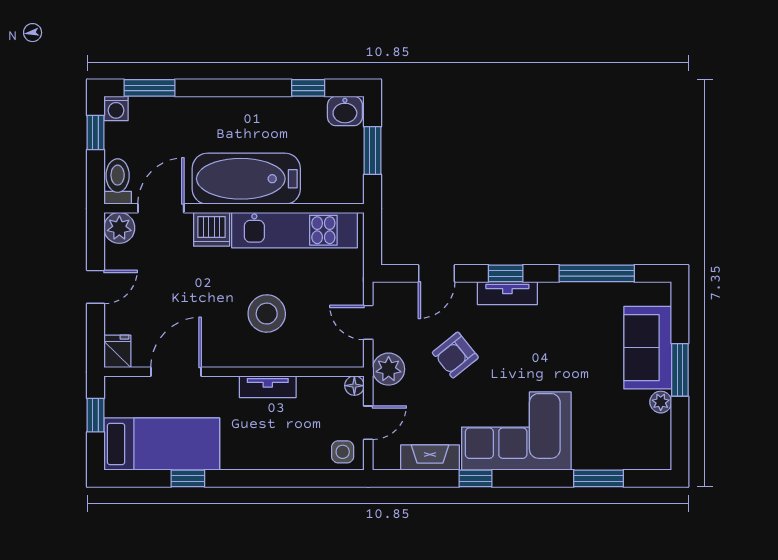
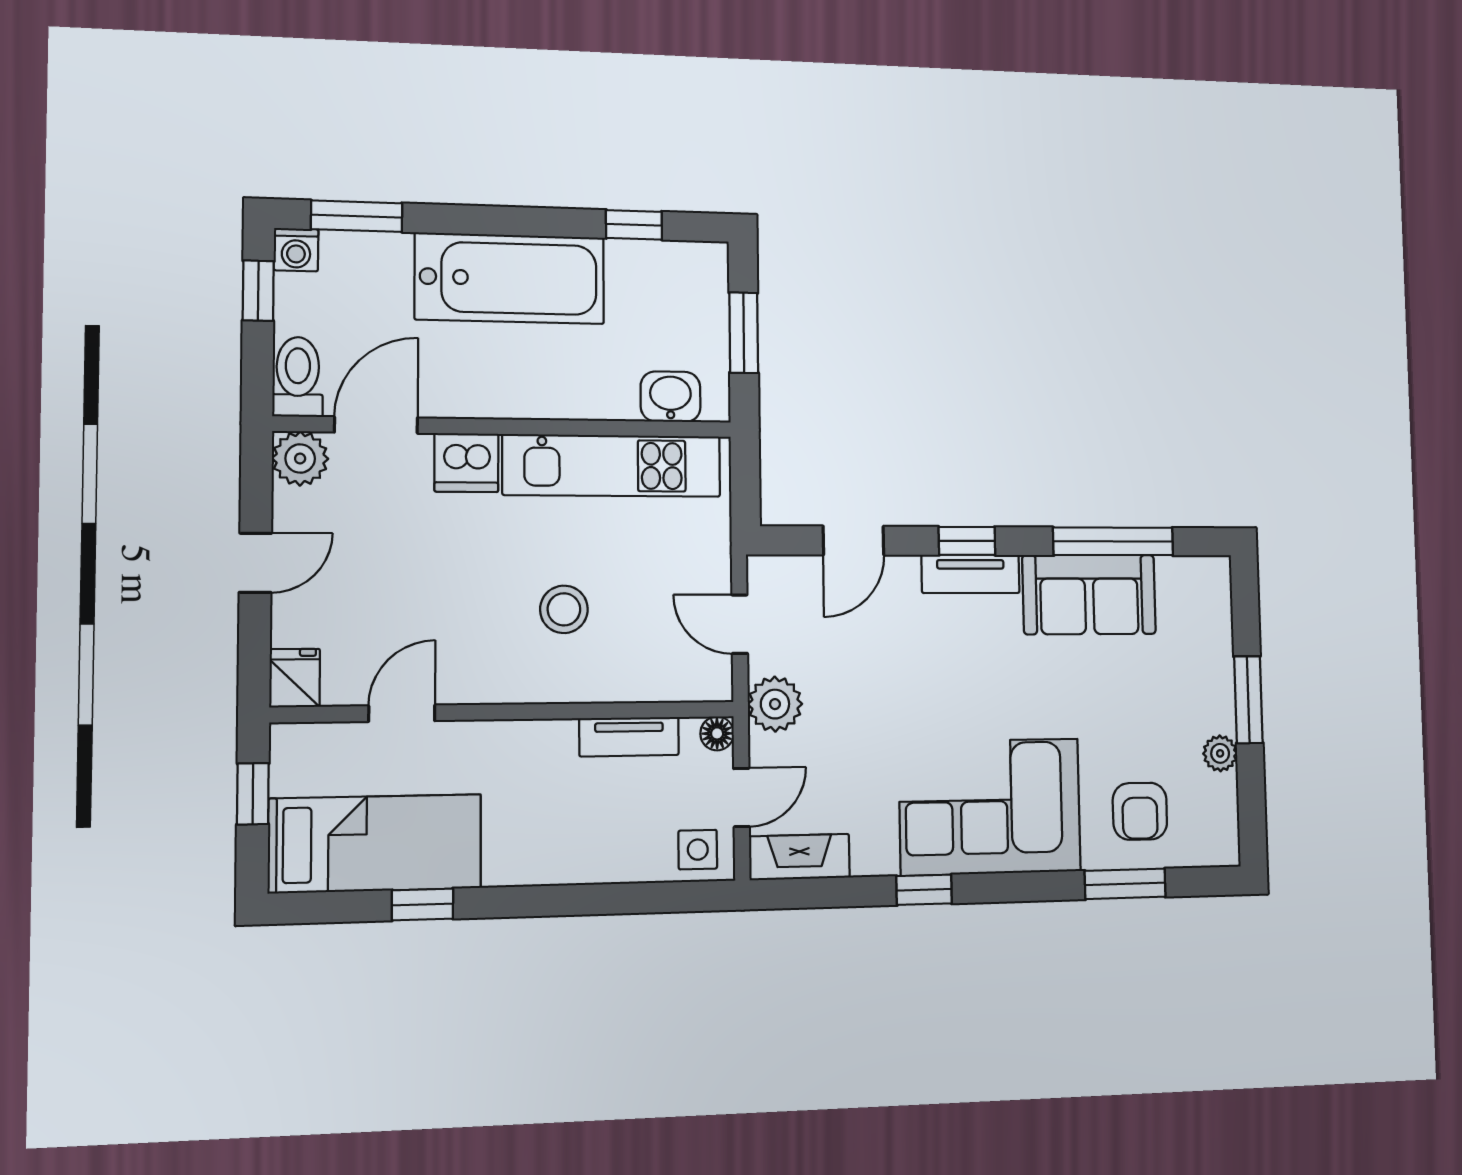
washbasin: (345, 111) -> (671, 397), moved, turned 180
bathtub: (246, 179) -> (510, 278), moved, turned 180
stool: (267, 314) -> (564, 609), width x0.73, depth x0.73
sofa: (648, 348) -> (1089, 594), moved, turned -90
armchair: (455, 355) -> (1140, 811), moved, turned -51
door: (176, 372) -> (402, 713), width x0.73
tv unit: (268, 387) -> (629, 737), moved
fireplace: (430, 458) -> (800, 857), moved

